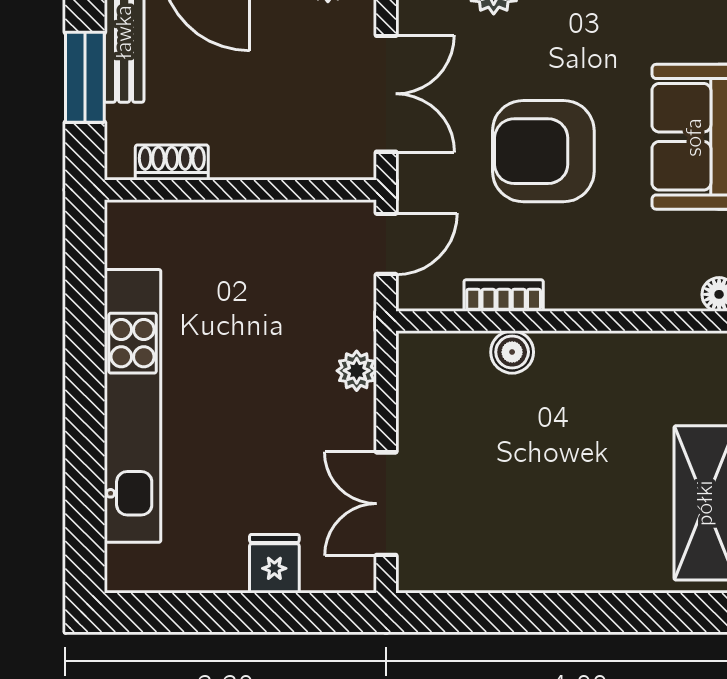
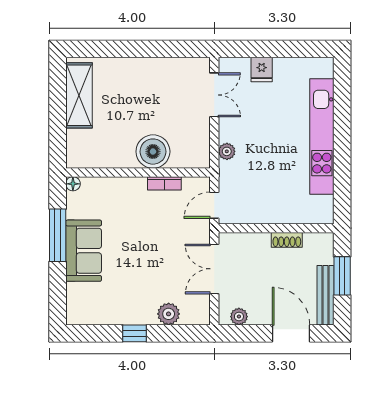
armchair: (543, 151) -> (148, 245), removed
shoe rack: (172, 162) -> (287, 240), moved
boiler: (512, 352) -> (153, 152), width x1.86, depth x1.86

